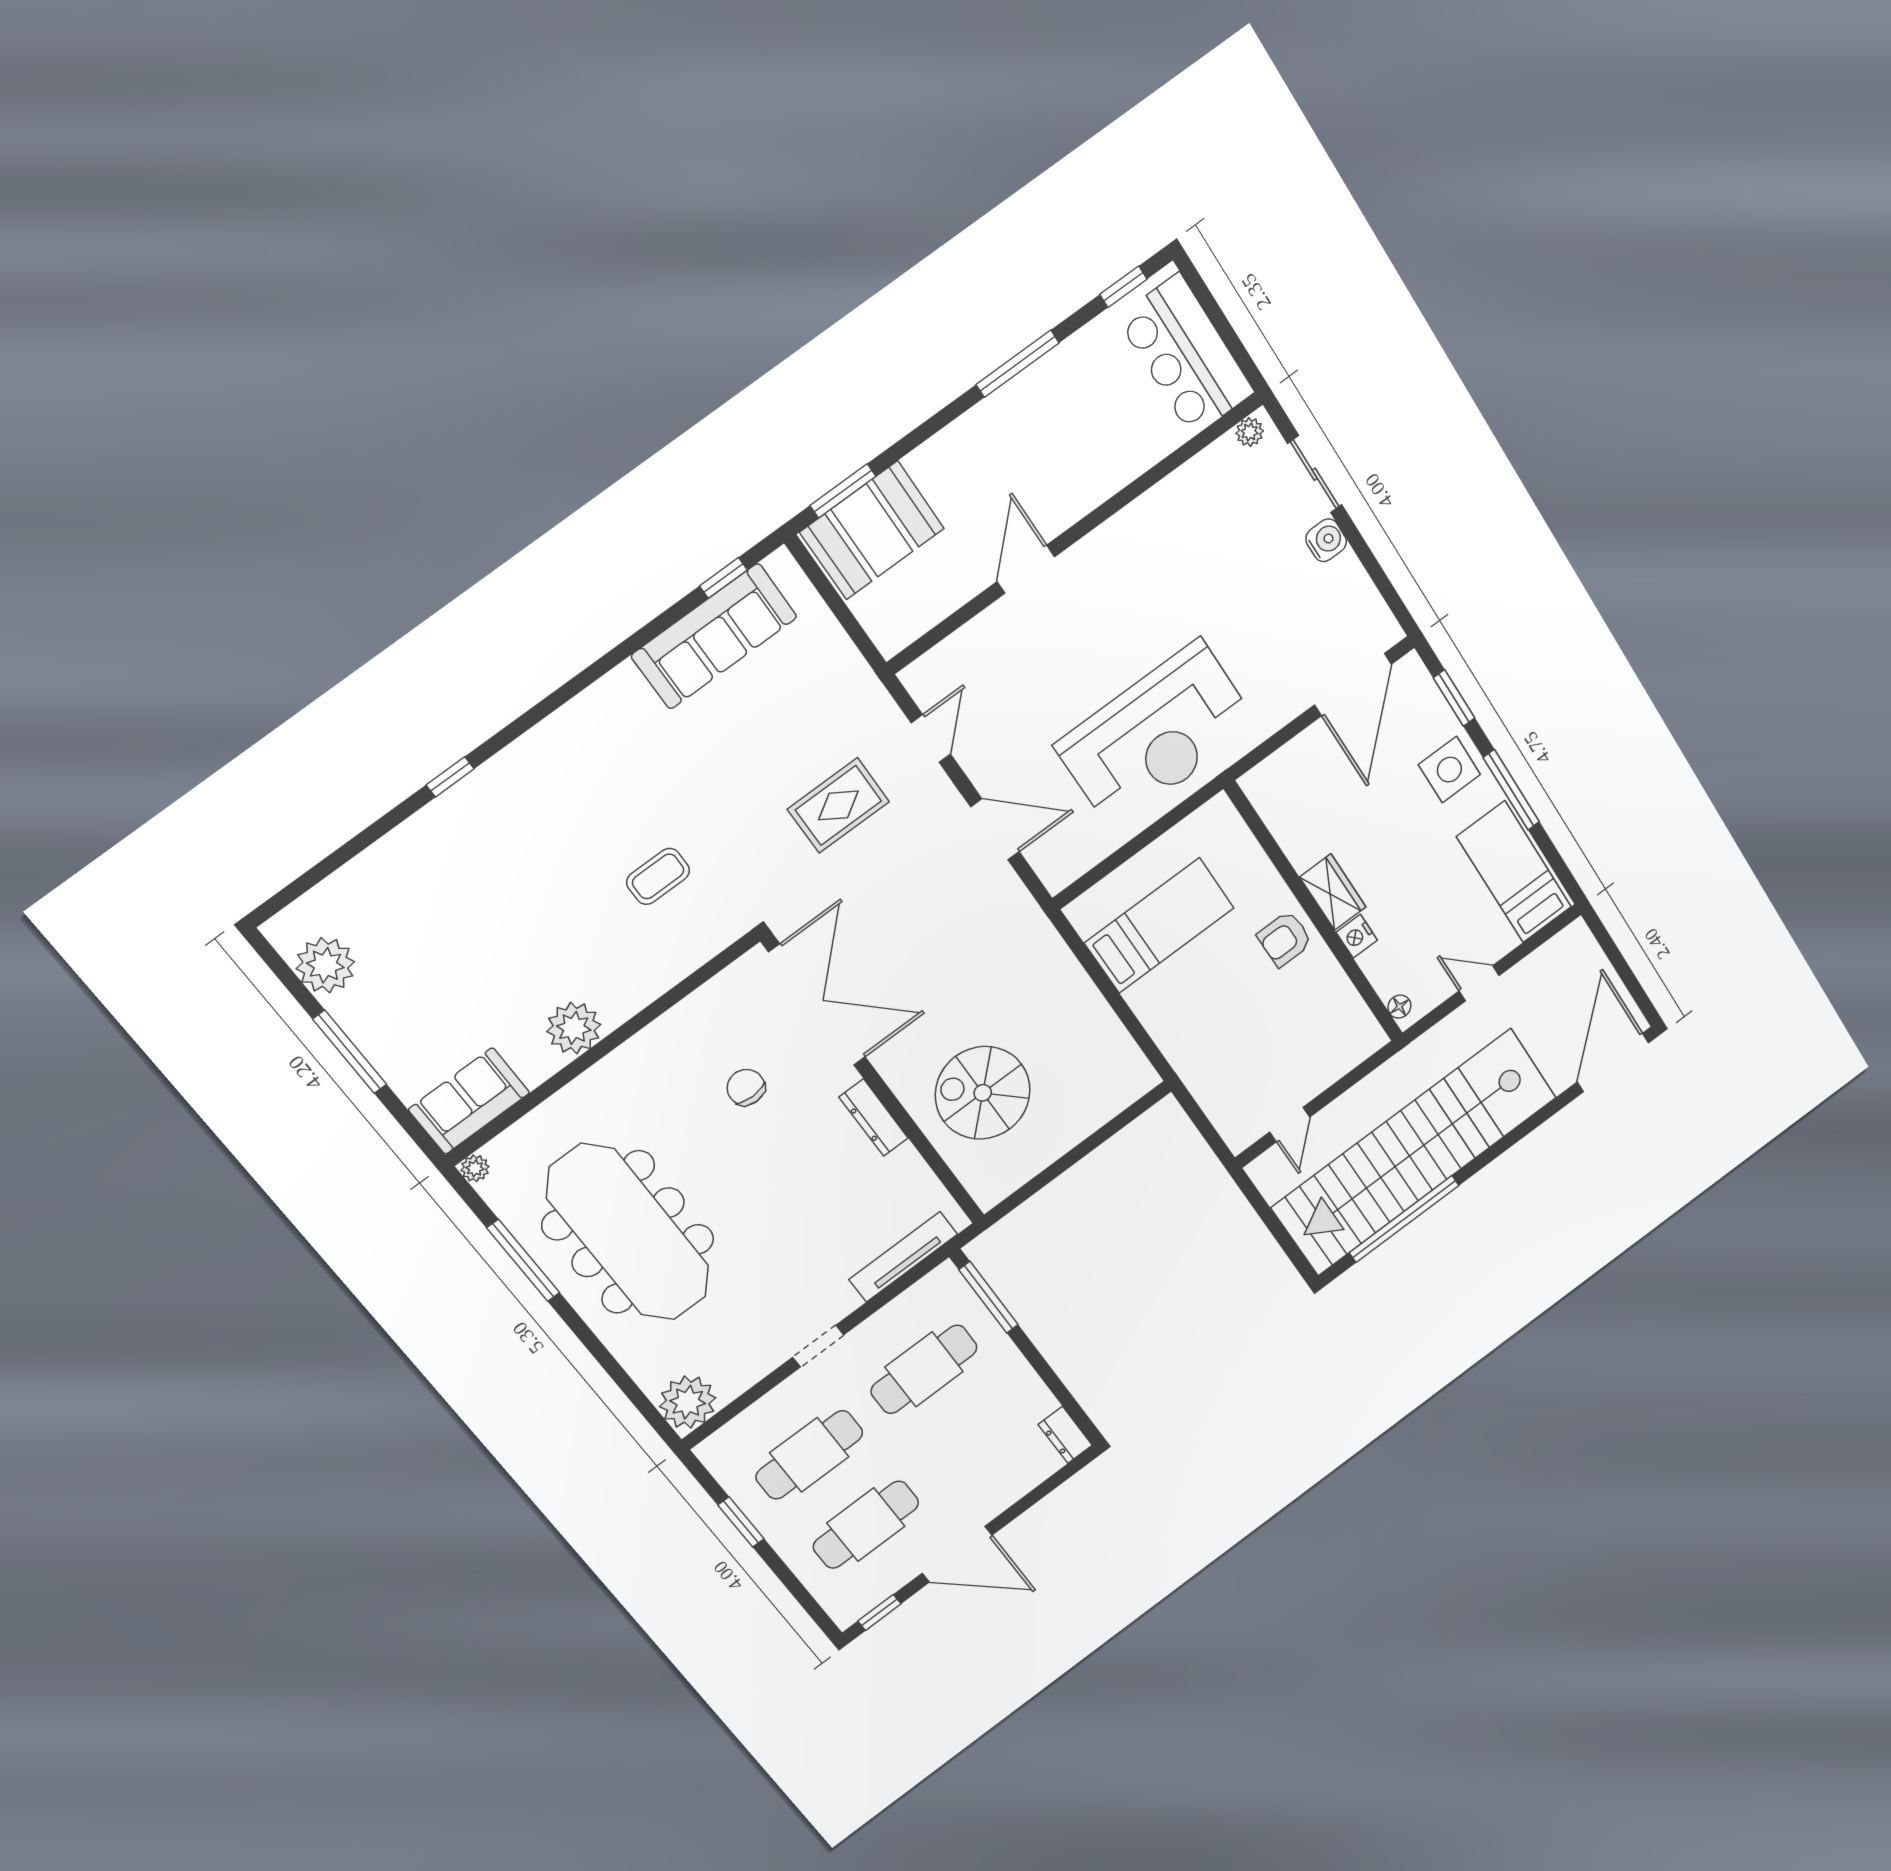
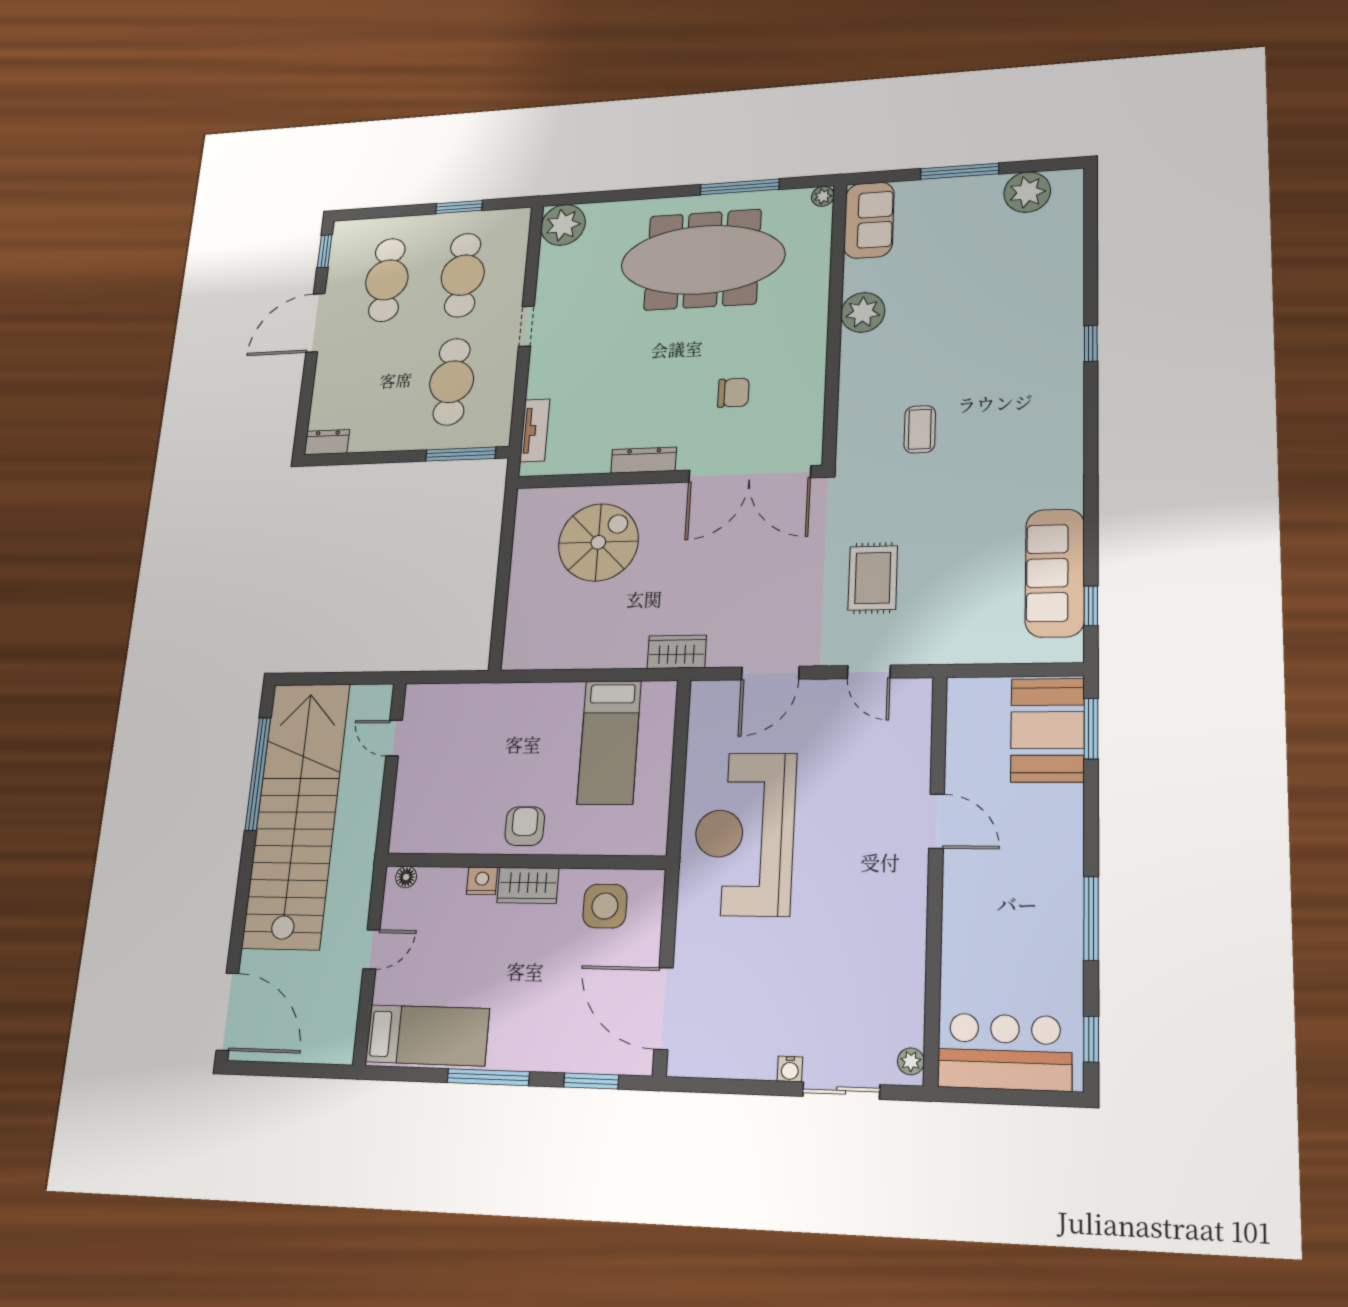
water cooler: (1326, 540) -> (790, 1069), width x0.72, depth x0.72
side table: (1449, 770) -> (605, 906), moved
wardrobe: (1035, 933) -> (677, 652), added
tv unit: (903, 1257) -> (535, 430), width x0.71

